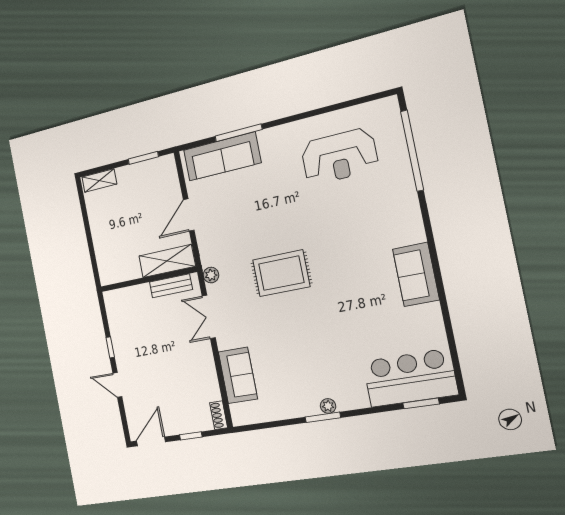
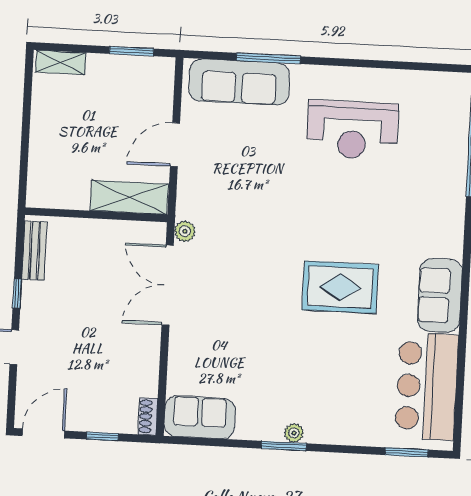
reception desk: (339, 156) -> (352, 130), moved
rug: (281, 273) -> (340, 287), moved
bench: (171, 286) -> (34, 251), moved, turned 90
double door: (209, 317) -> (168, 285), width x1.37
sofa: (238, 375) -> (200, 417), moved, turned -90
bar counter: (410, 378) -> (427, 386), moved, turned -90

